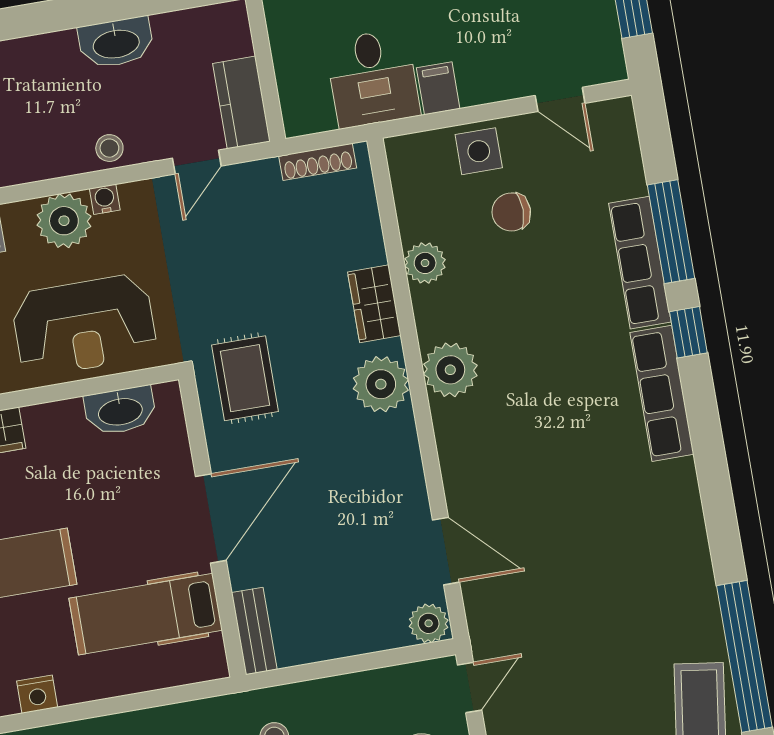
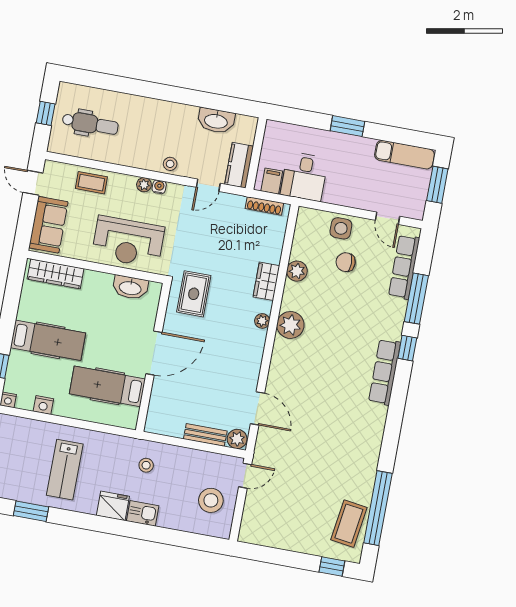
washbasin: (116, 43) -> (216, 121), moved
filing cabinet: (438, 88) -> (272, 181), moved
plant: (64, 221) -> (144, 185), width x0.53, depth x0.53
row of seats: (640, 263) -> (404, 267), moved
plant: (381, 384) -> (262, 321), width x0.53, depth x0.53
bench: (254, 631) -> (205, 435), moved, turned 90

